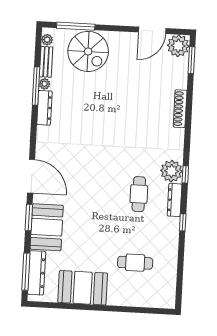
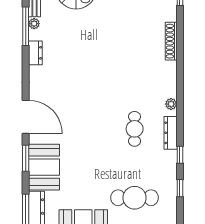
dresser: (44, 108) -> (35, 53), width x0.70
plant: (171, 171) -> (171, 104), width x0.53, depth x0.53
window: (185, 174) -> (180, 188), moved
cafe table: (135, 263) -> (135, 198), width x1.37, depth x1.35

